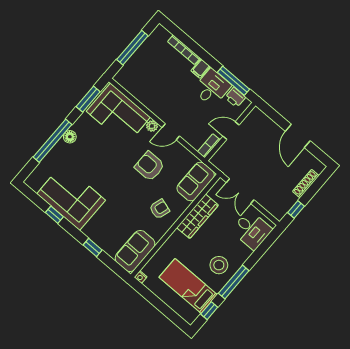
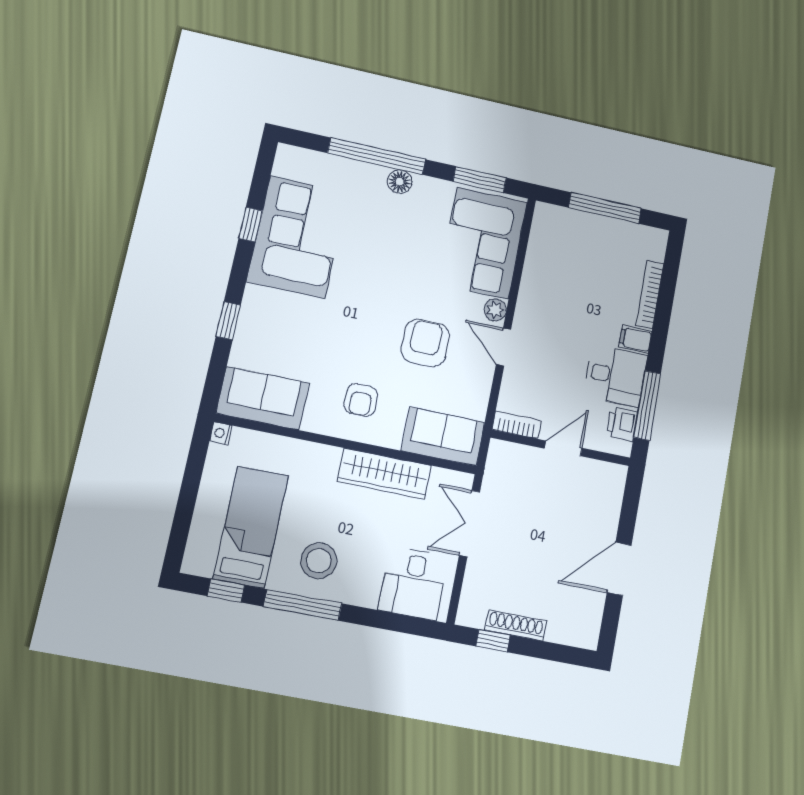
door: (231, 131) -> (563, 448), hinge flipped
shoe rack: (306, 184) -> (516, 625), moved
armchair: (159, 209) -> (361, 400), turned 73

